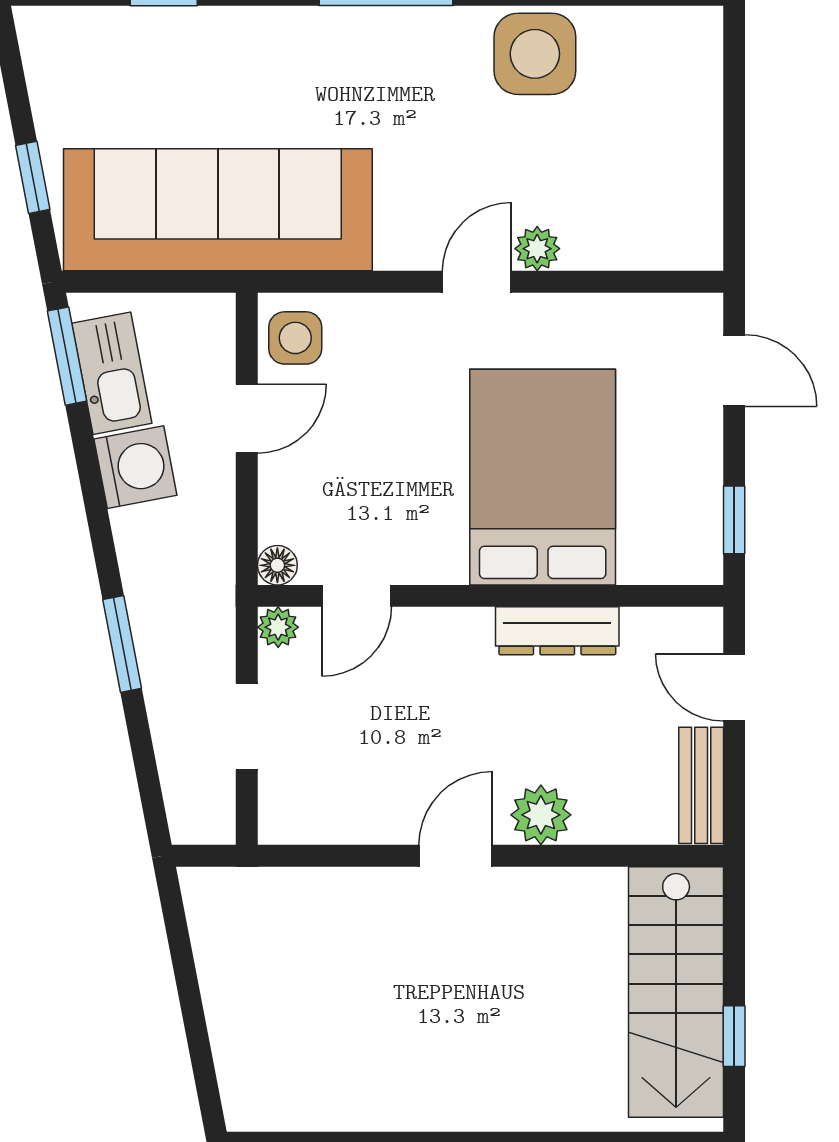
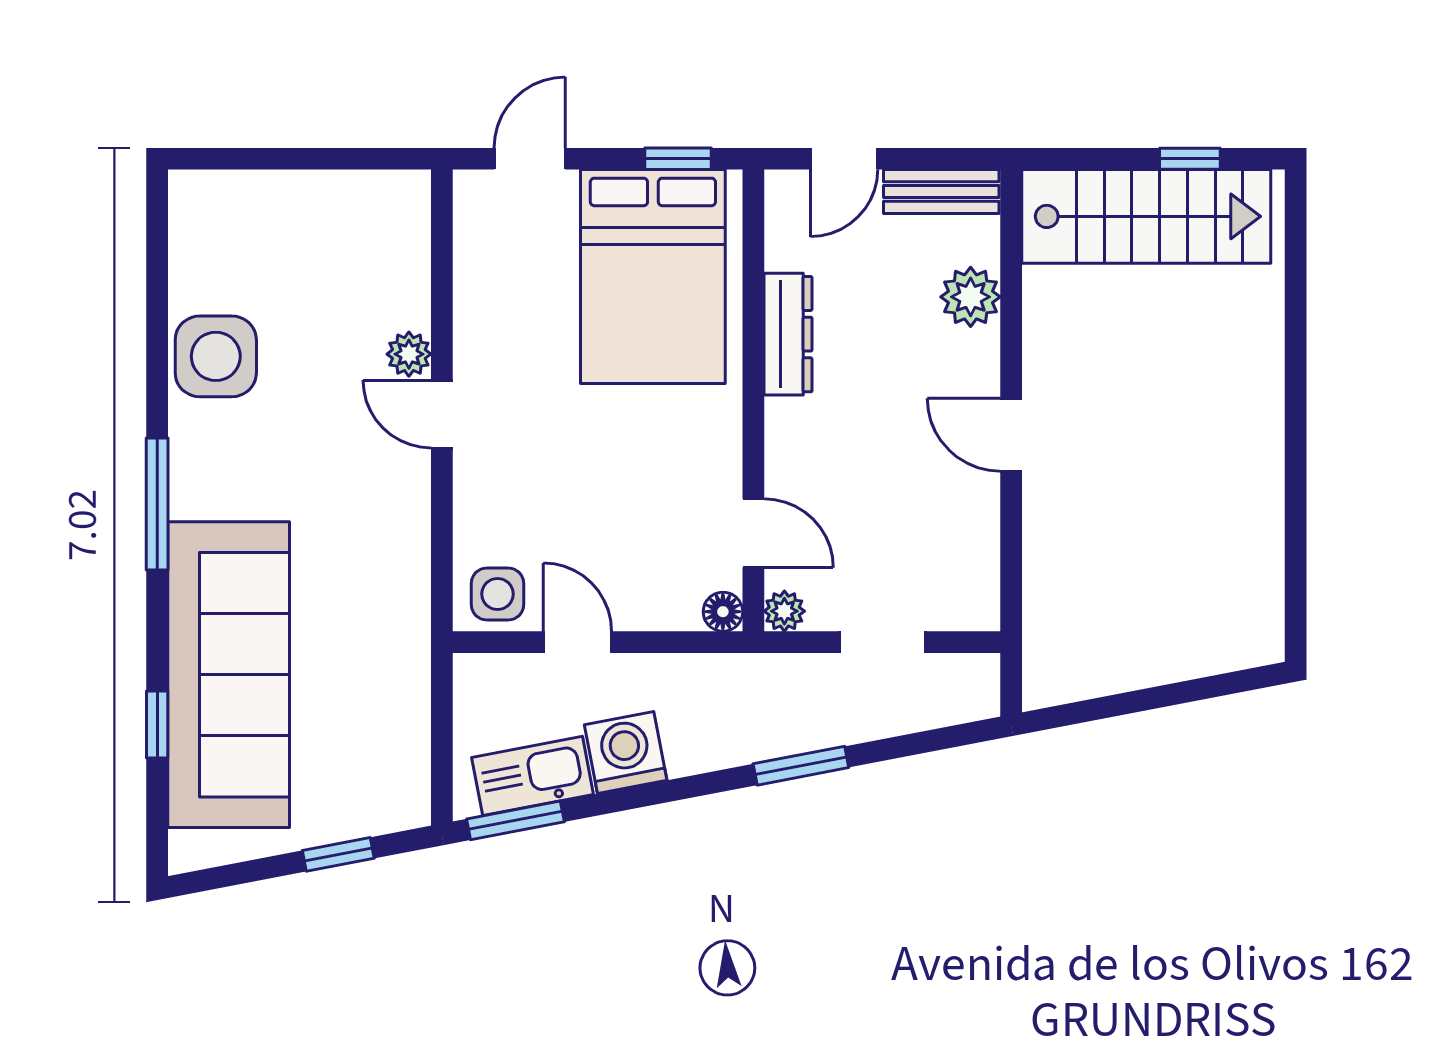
sofa: (218, 210) -> (229, 675), moved, turned 180
bed: (543, 477) -> (653, 277), moved, turned -90
plant: (541, 815) -> (971, 297), moved

